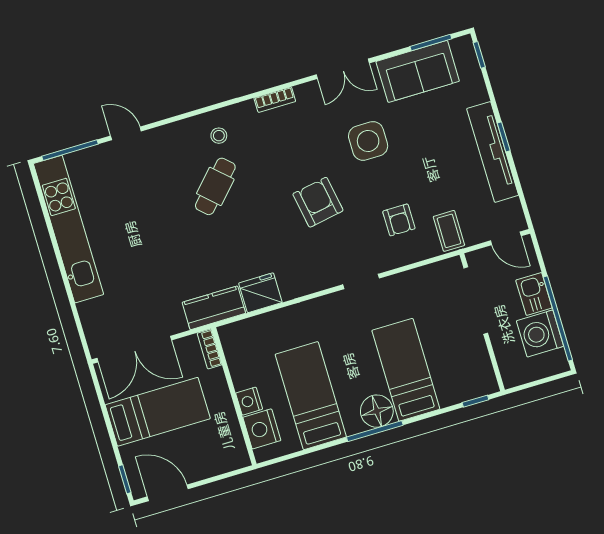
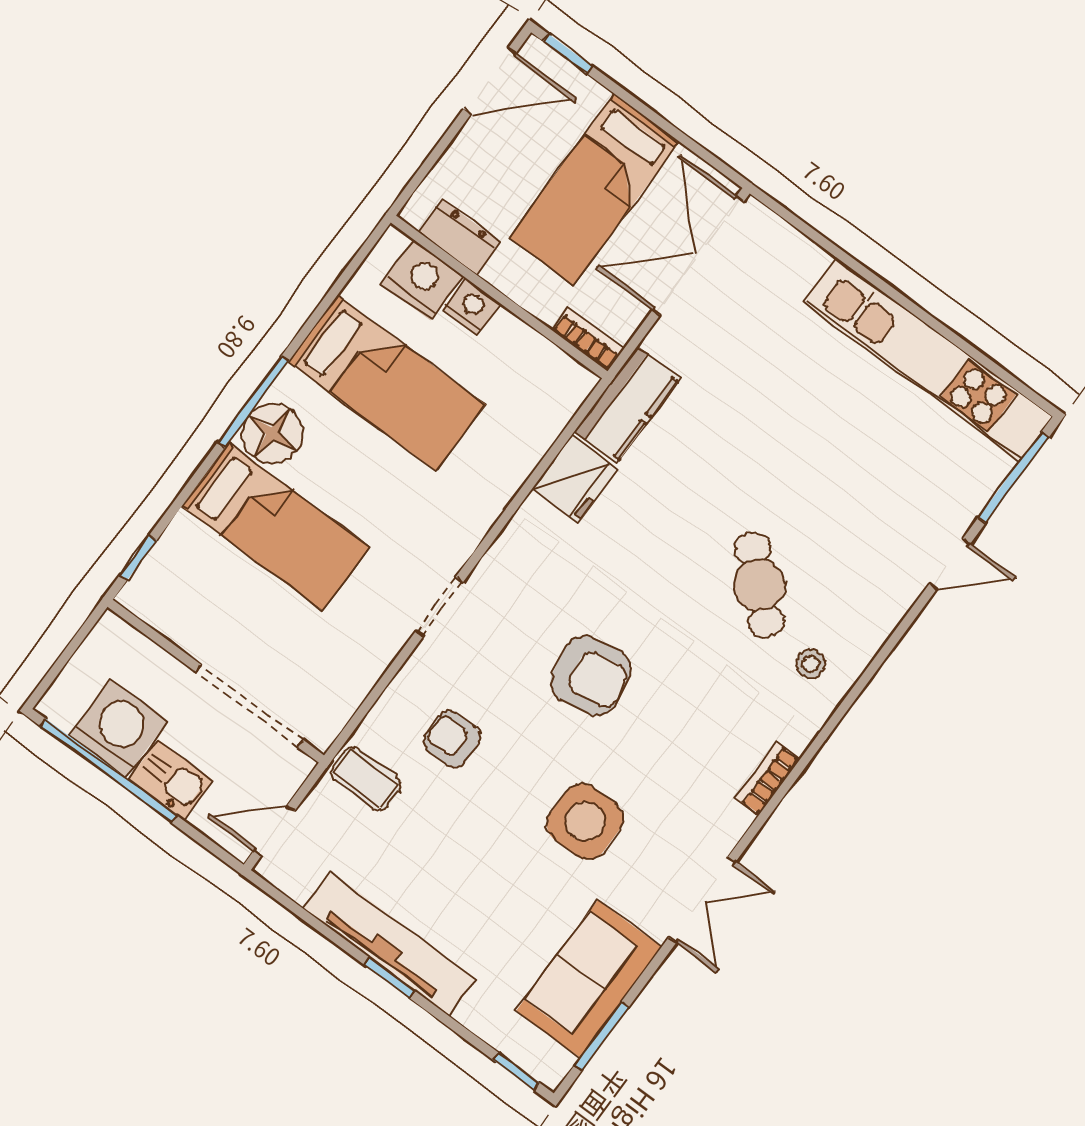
double door: (343, 69) -> (702, 900), swing flipped
dresser: (232, 435) -> (459, 237), added

